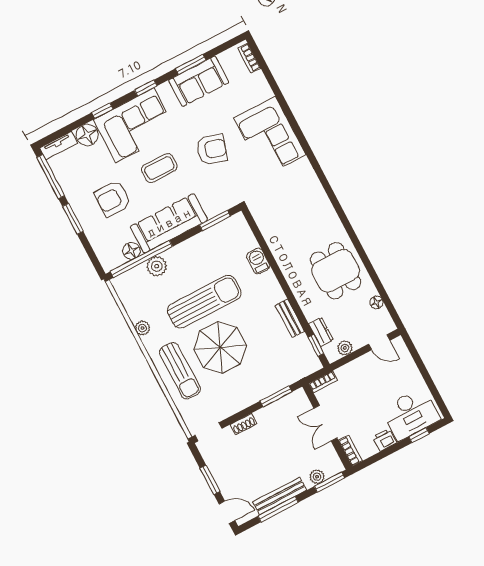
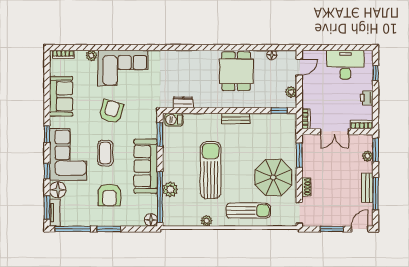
window: (191, 64) -> (47, 208), moved
plant: (265, 92) -> (91, 56), added
floor lamp: (131, 251) -> (151, 220), moved
barbecue: (258, 261) -> (174, 120), moved
dining table: (336, 271) -> (236, 71), turned 90
bench: (290, 318) -> (236, 119), moved
dresser: (321, 332) -> (183, 102), moved
parasol: (220, 347) -> (273, 177), moved
desk: (411, 414) -> (345, 65), moved, turned -90
bench: (280, 496) -> (367, 188), width x0.73

